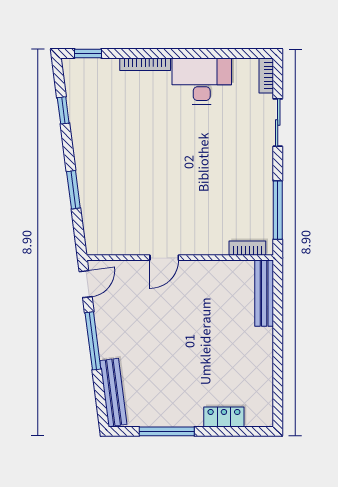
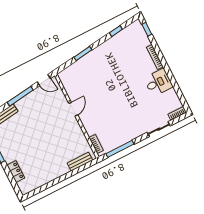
desk: (202, 81) -> (158, 82), width x0.73
door: (164, 258) -> (73, 109), swing flipped
bench: (264, 293) -> (80, 162), width x0.73

